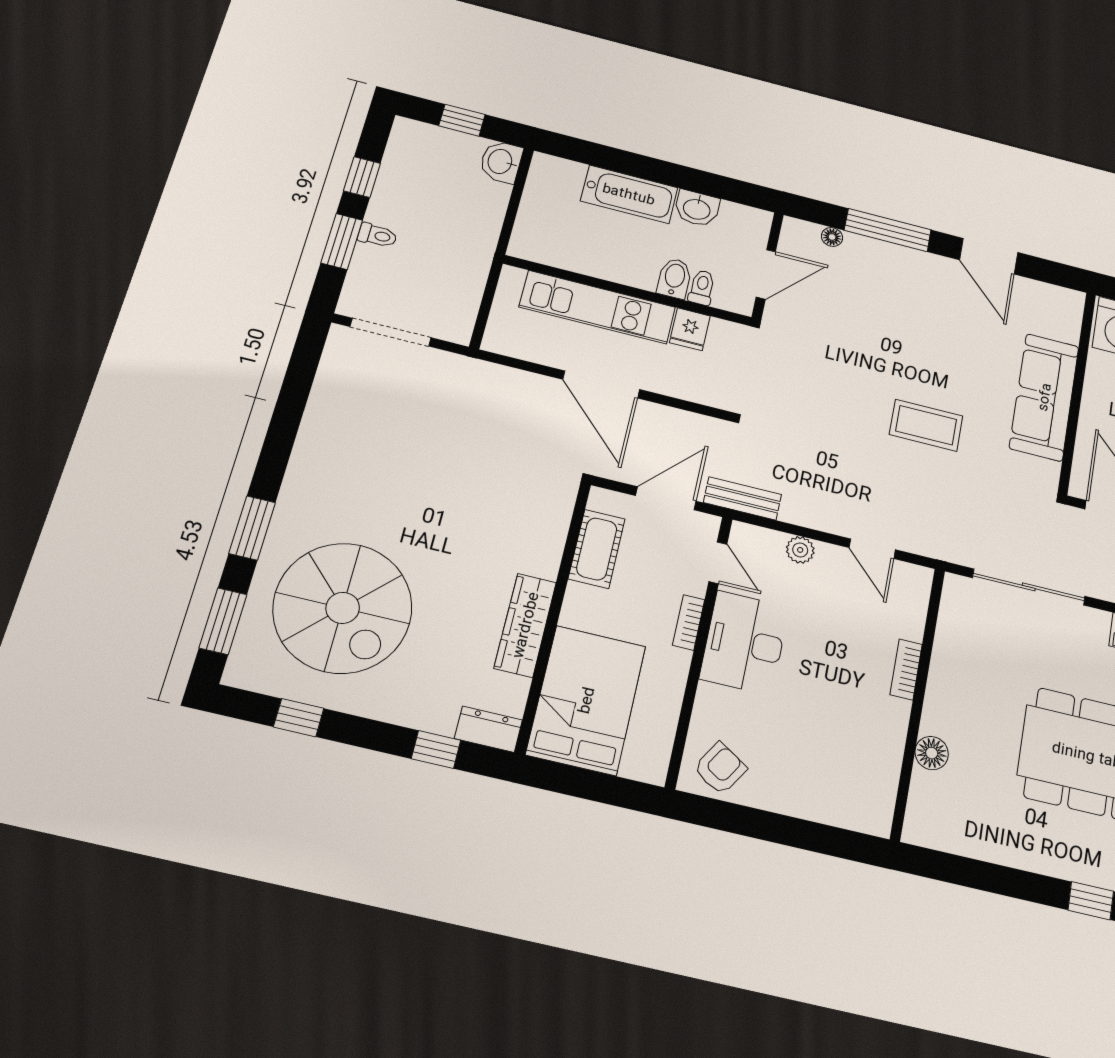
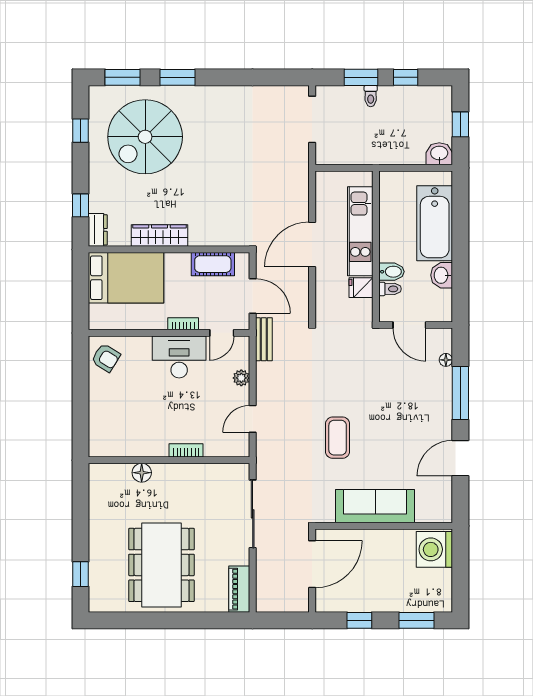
bathtub: (629, 194) -> (435, 223), width x1.36, depth x1.36

